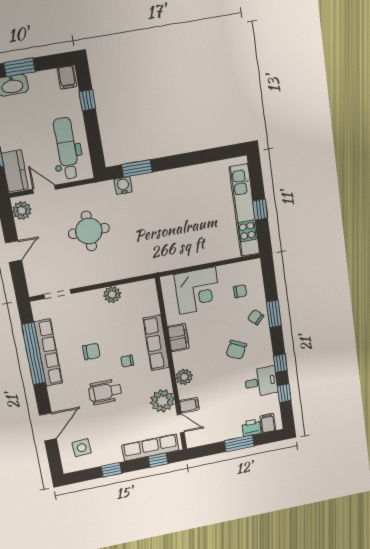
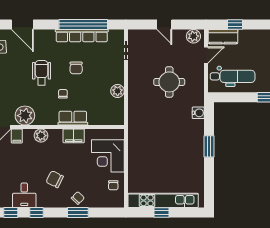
window: (137, 168) -> (209, 146), moved
chair: (240, 291) -> (113, 185), moved
row of seats: (156, 343) -> (73, 118), width x0.68

